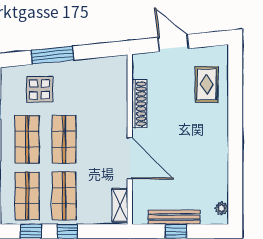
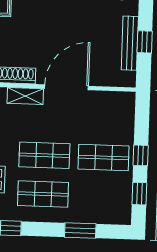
shop shelf: (27, 196) -> (102, 196), removed
shelving: (120, 205) -> (25, 96), moved

